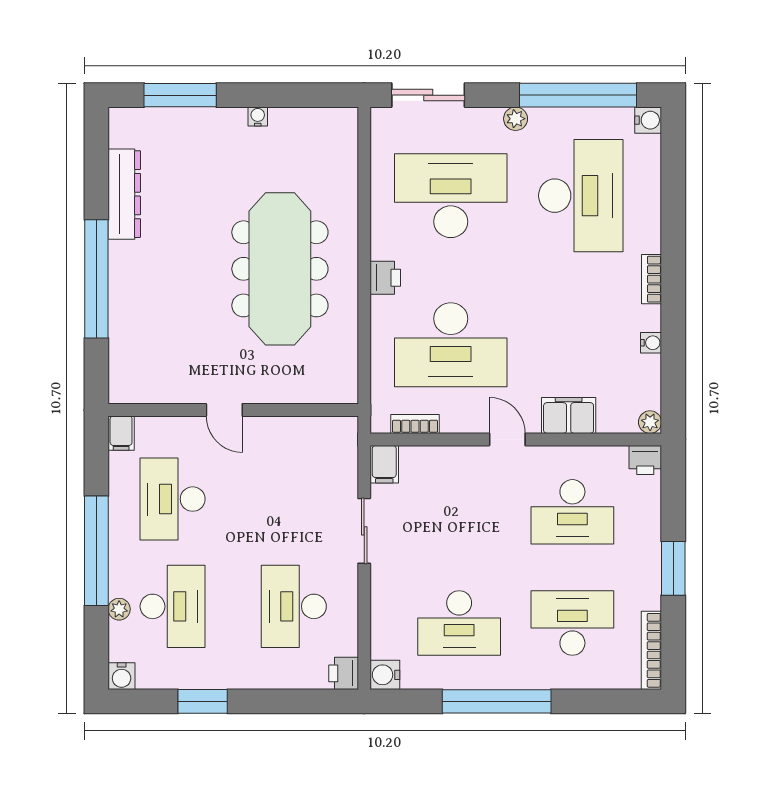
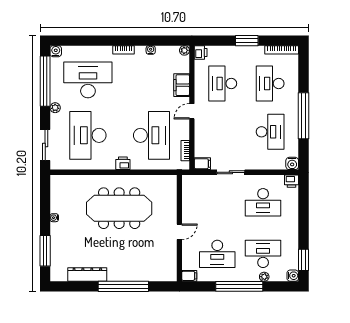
desk: (572, 512) -> (223, 83), turned 180
window: (203, 701) -> (303, 260), moved

